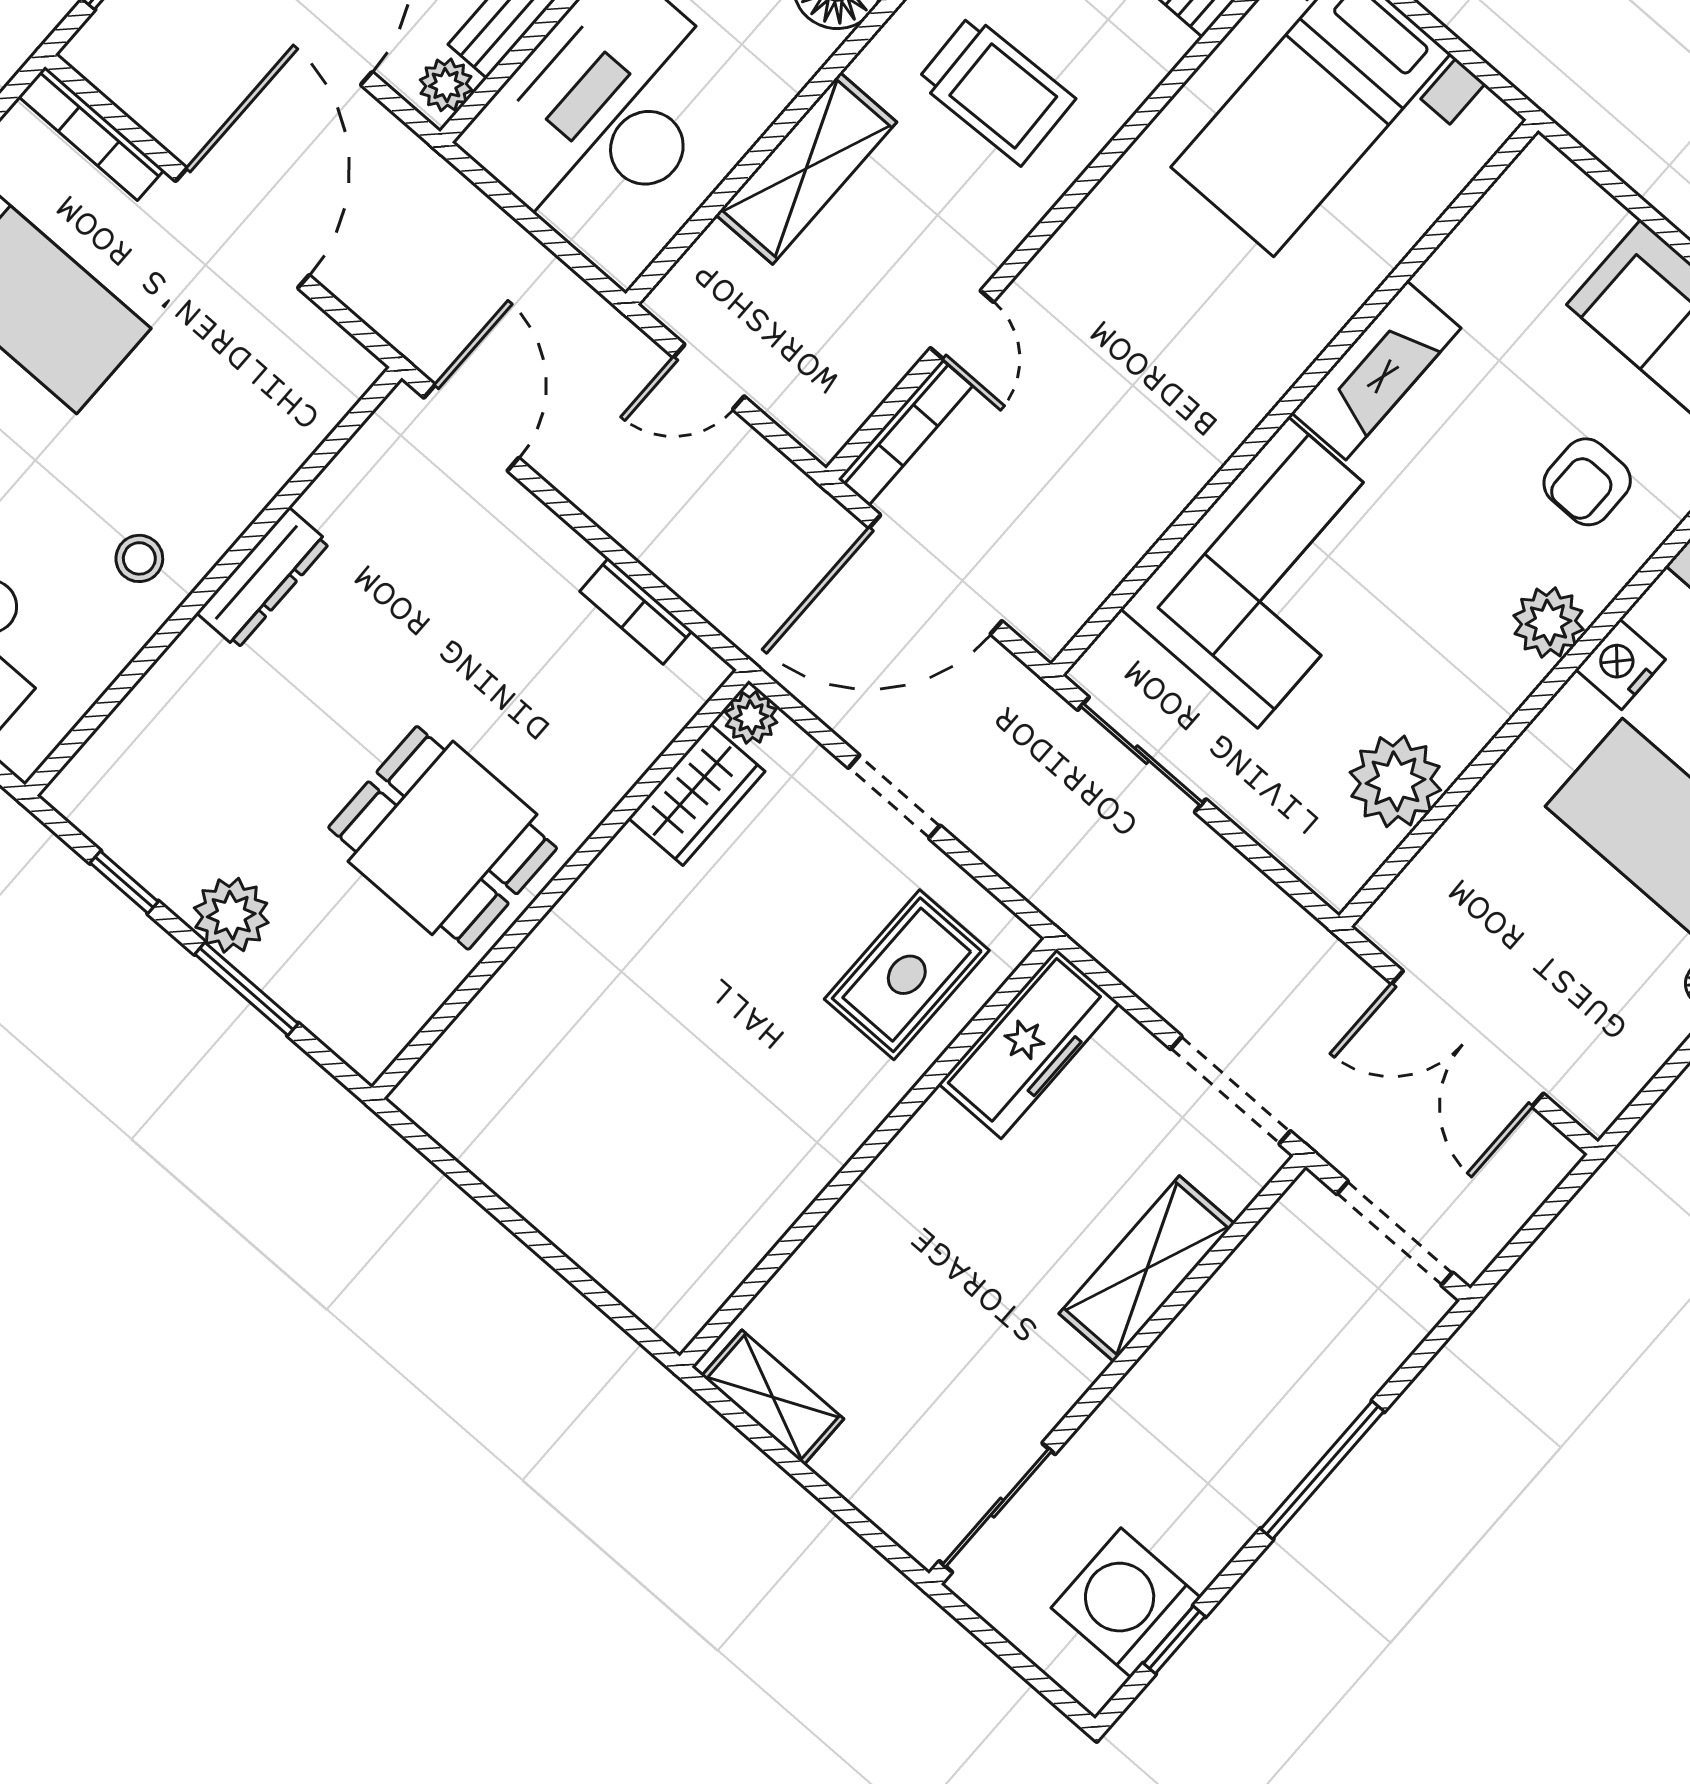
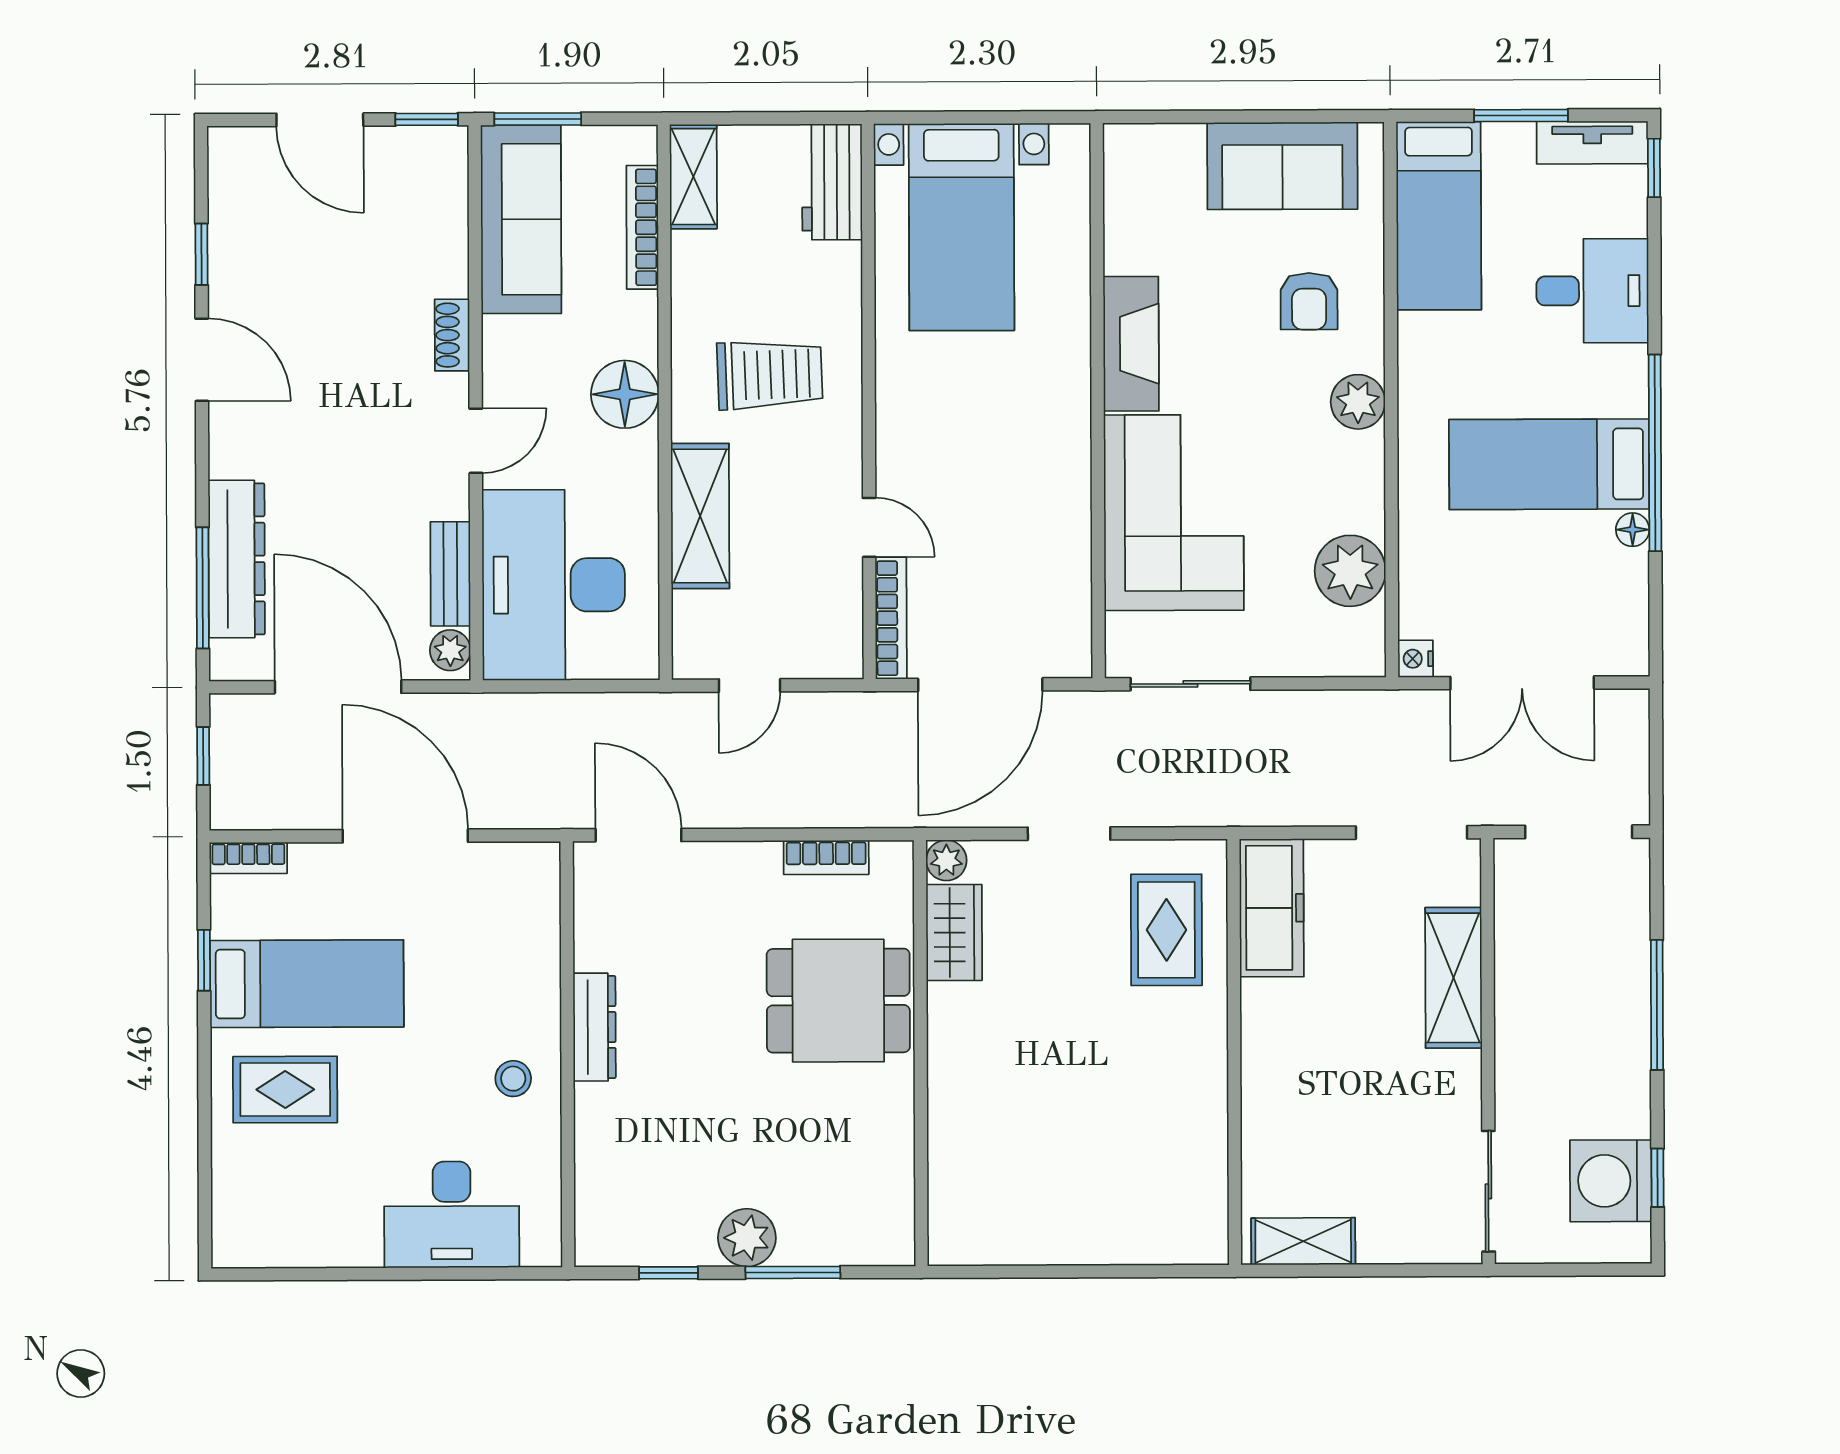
bookcase: (91, 133) -> (248, 858), width x0.64
nightstand: (1621, 664) -> (1415, 659), moved, width x0.72, depth x0.74
dining table: (443, 838) -> (838, 1001), moved

